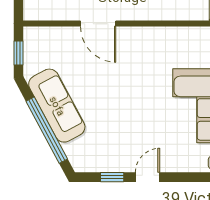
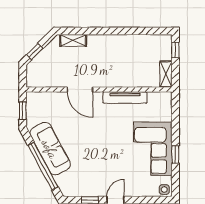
tv unit: (161, 35) -> (125, 98), added

